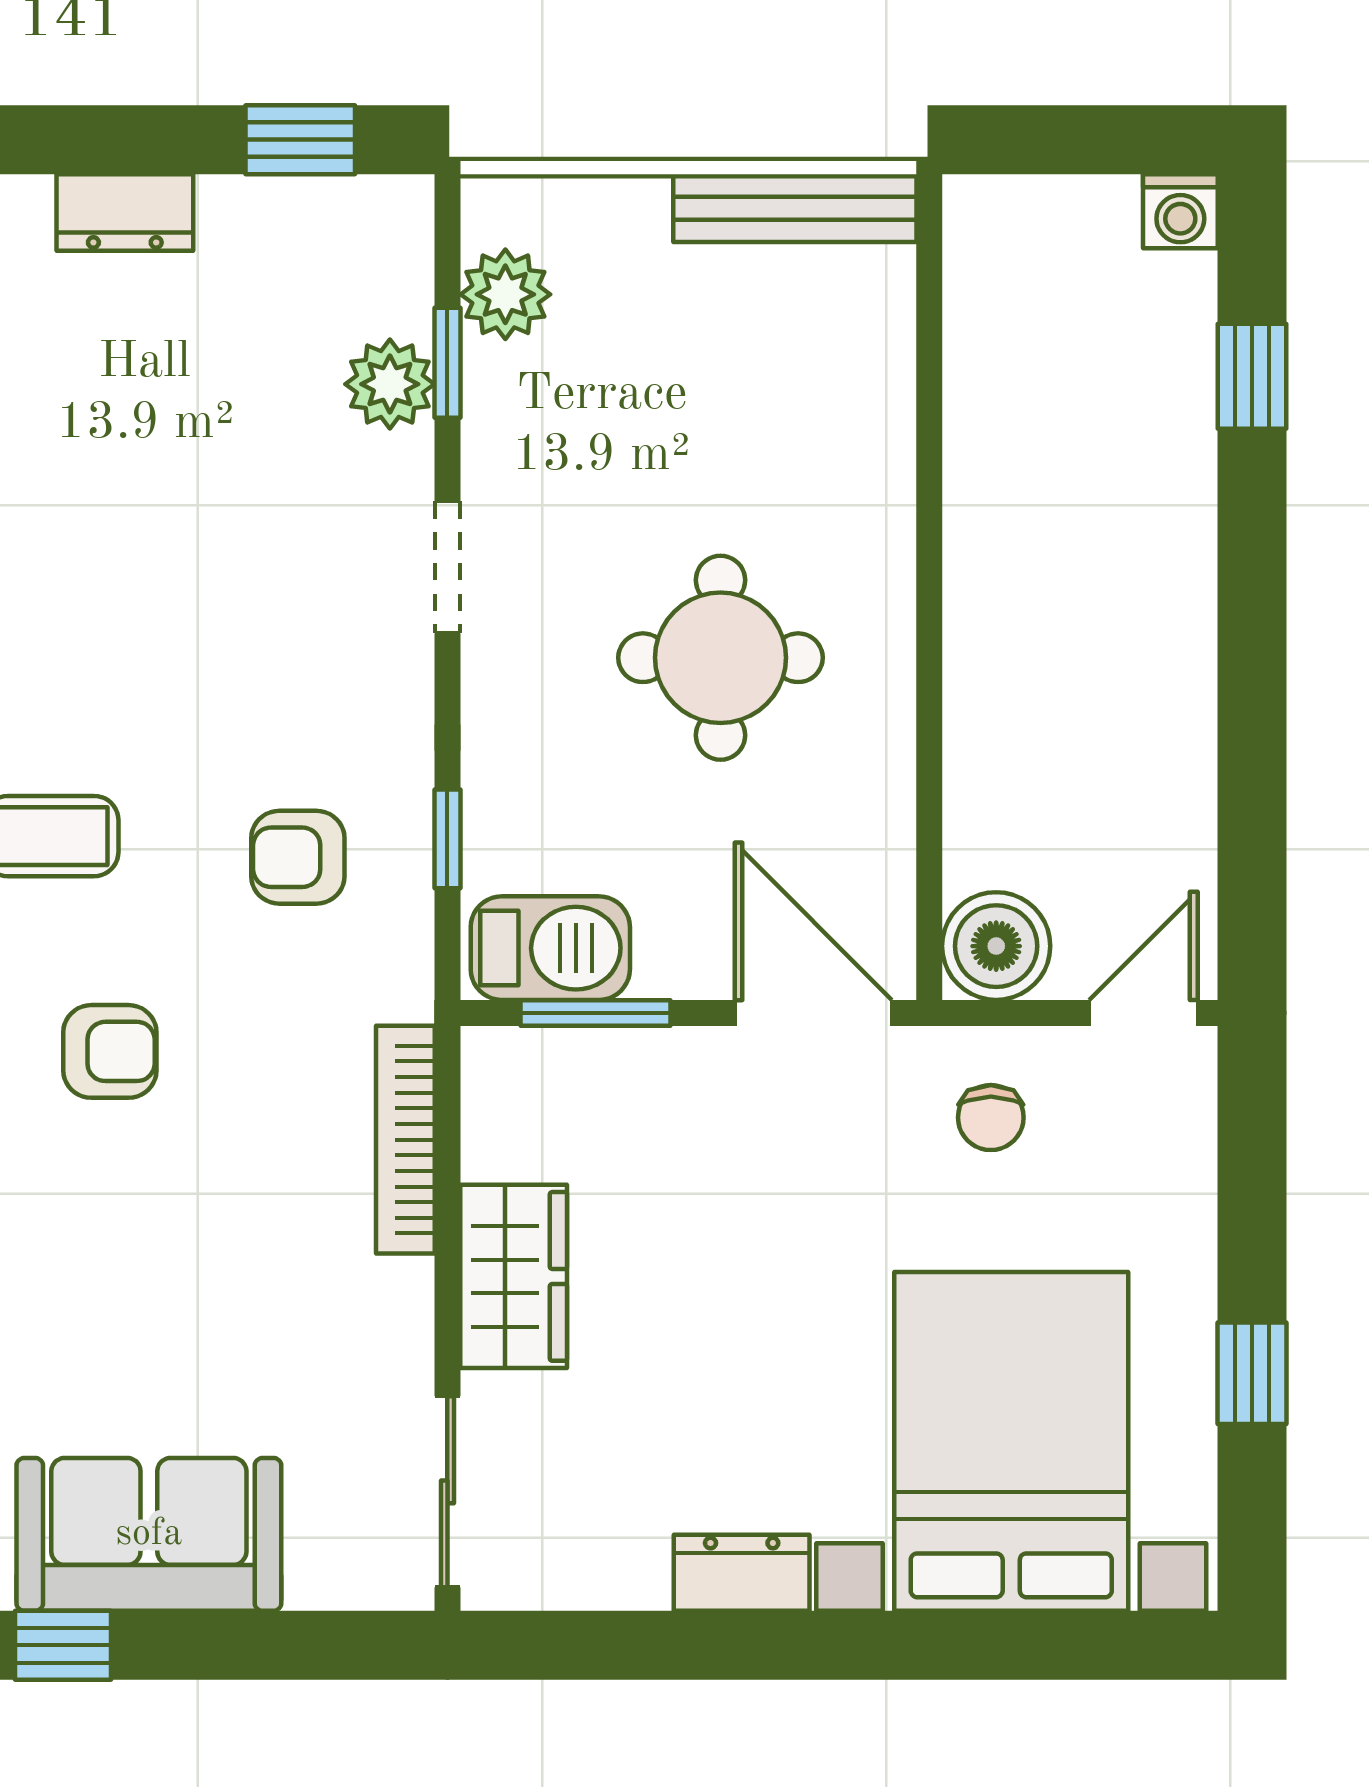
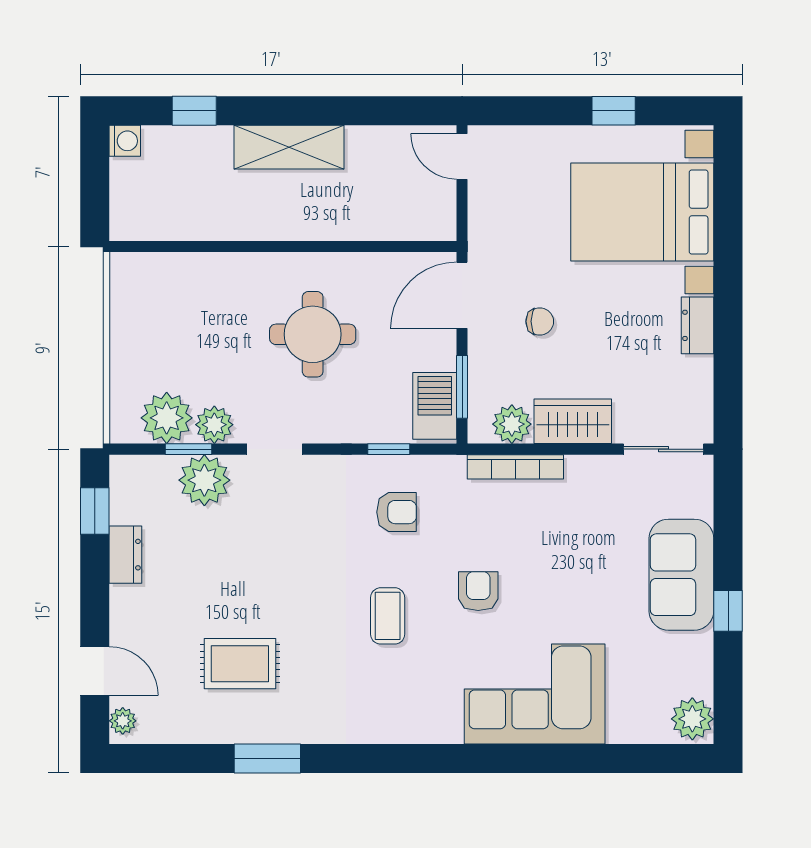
bench: (795, 208) -> (124, 303), removed
dresser: (125, 212) -> (125, 555), moved
plant: (505, 294) -> (167, 418), width x1.36, depth x1.36
plant: (390, 384) -> (204, 480), width x1.36, depth x1.36
plant: (505, 424) -> (214, 425), added
shelving: (1165, 602) -> (289, 147), added
armchair: (298, 857) -> (397, 512), turned -90
boiler: (996, 946) -> (434, 218), removed
chair: (991, 1118) -> (540, 321), moved
plant: (507, 1131) -> (512, 424), added

